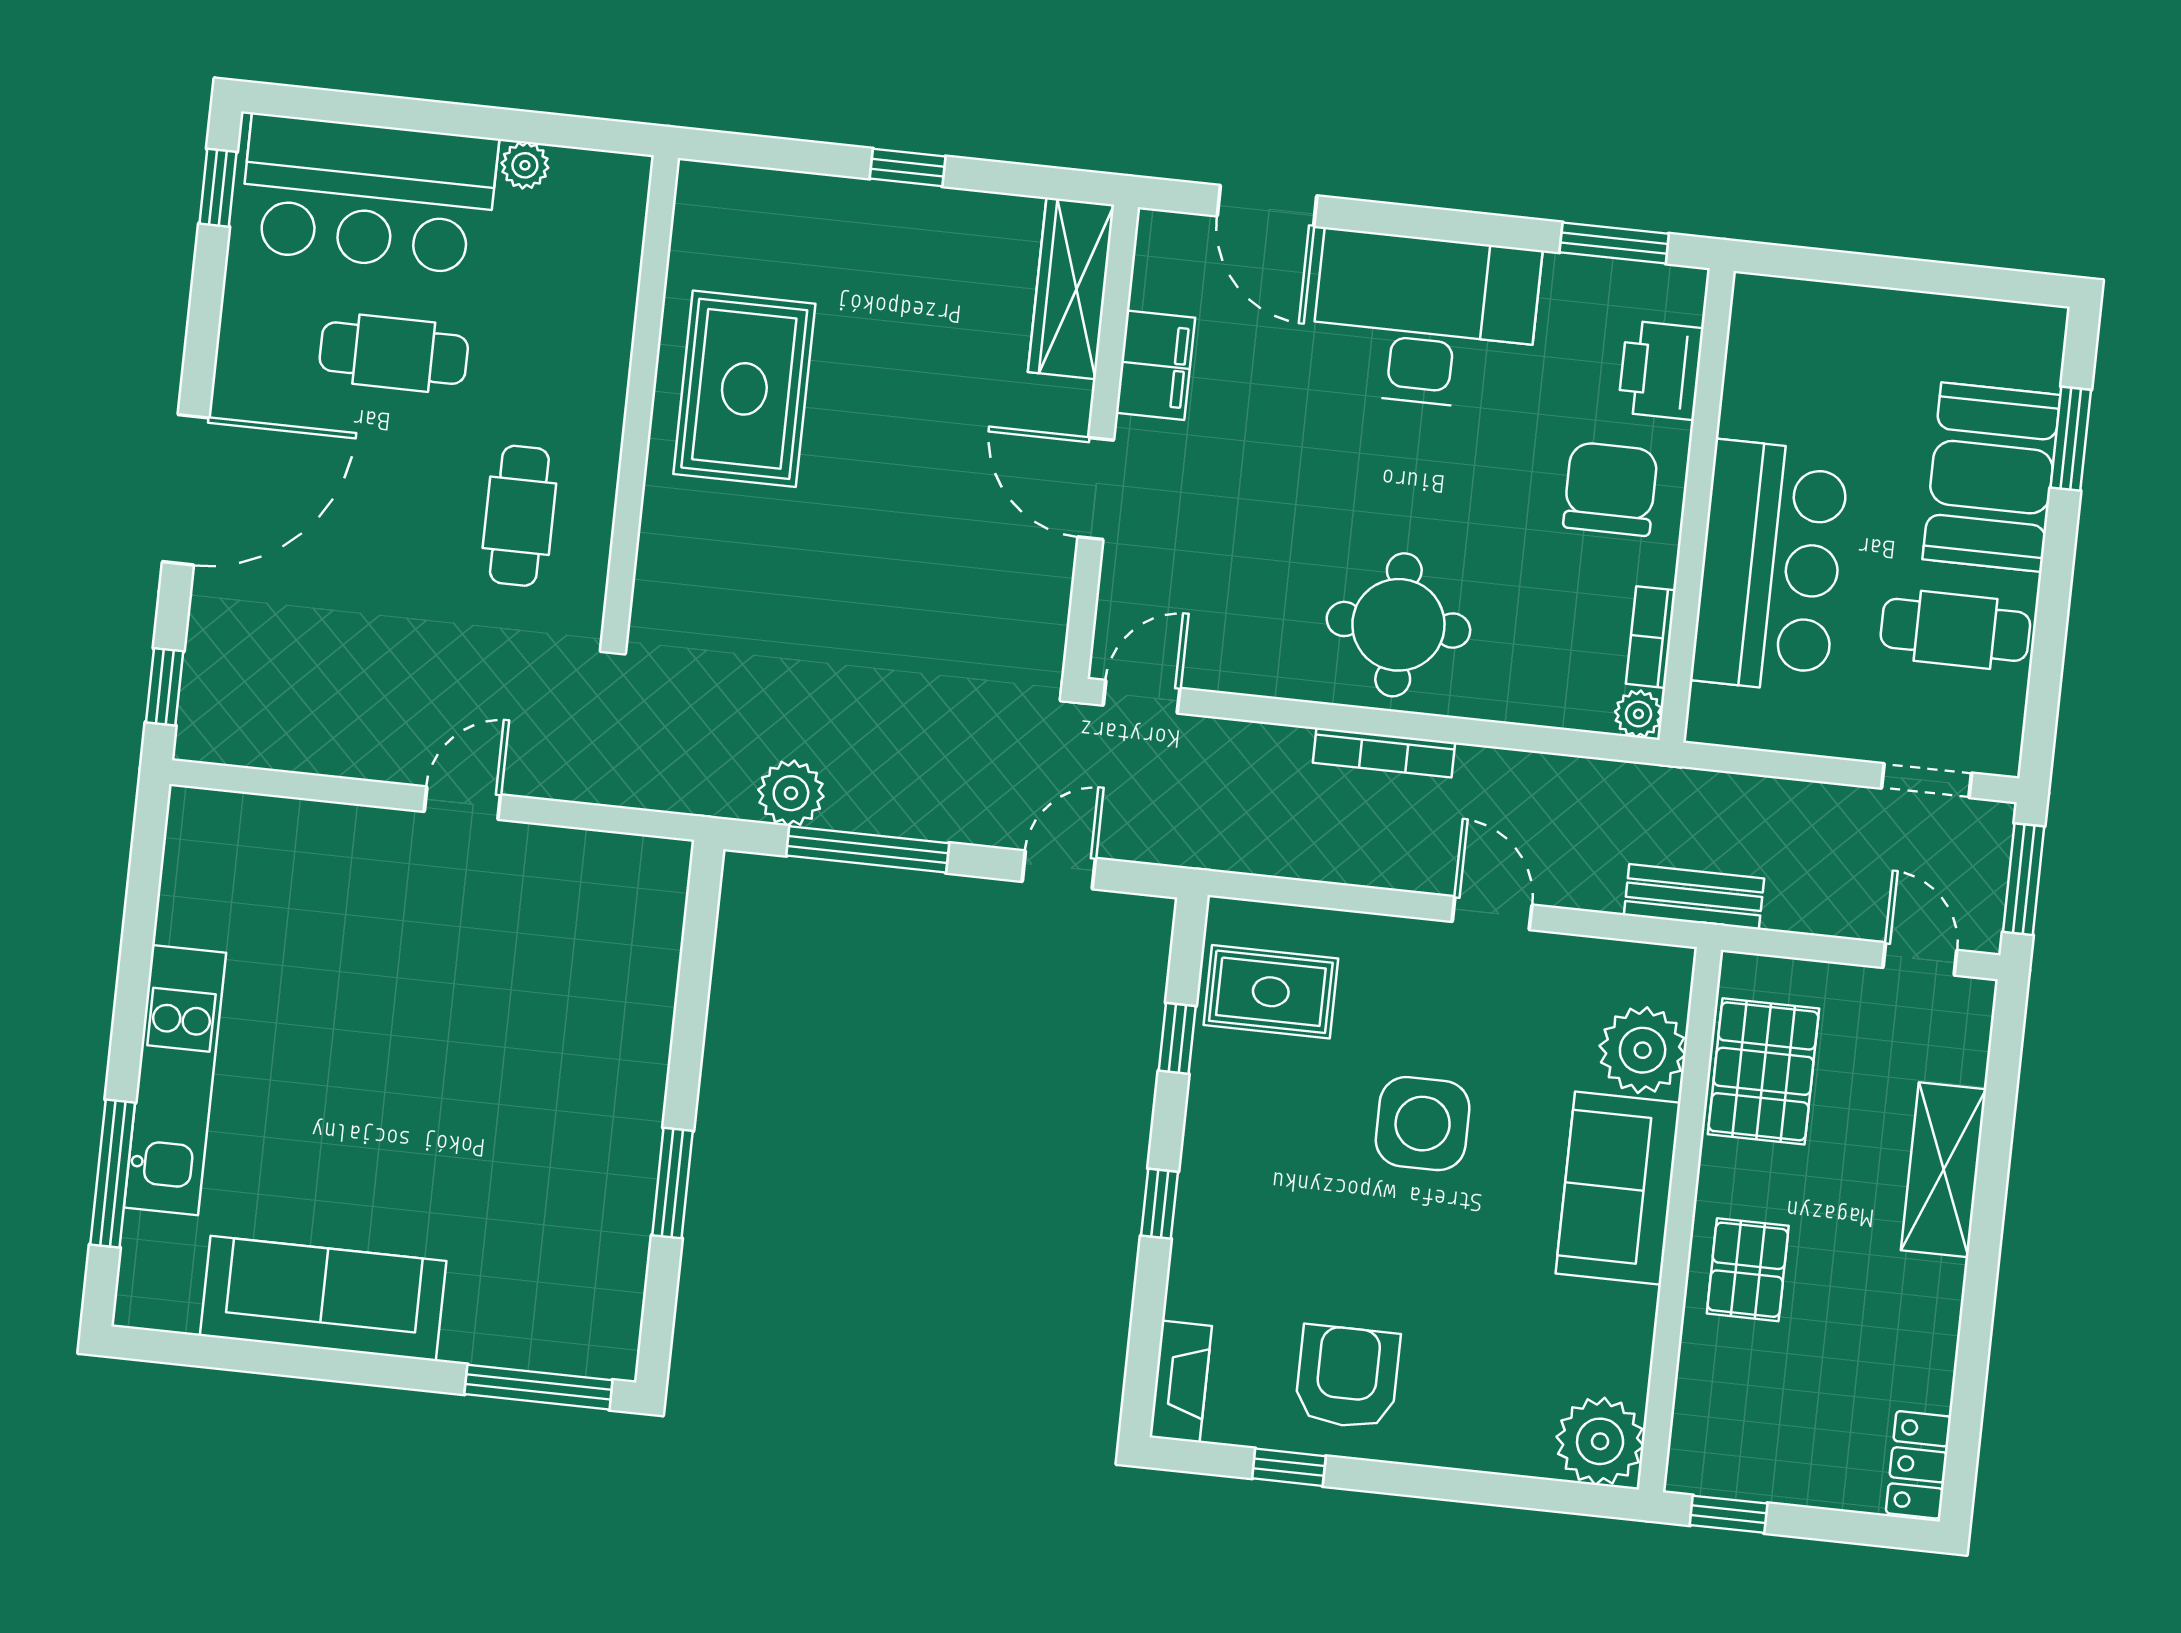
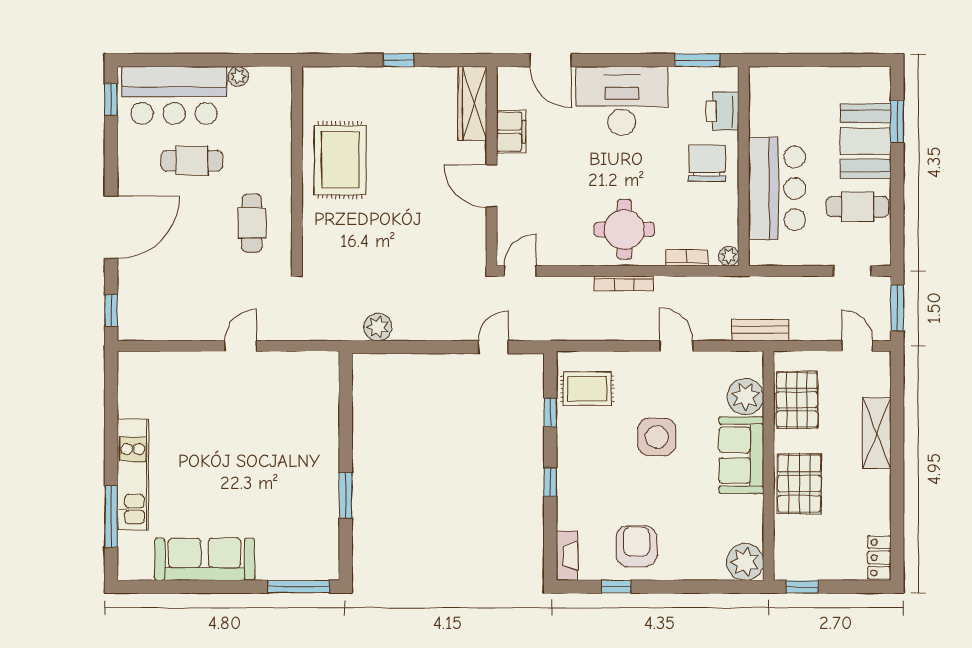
bookcase: (1651, 637) -> (687, 258), moved, turned 90
window: (868, 849) -> (412, 347), removed
pallet: (1748, 1270) -> (799, 484), width x1.50, depth x1.42

